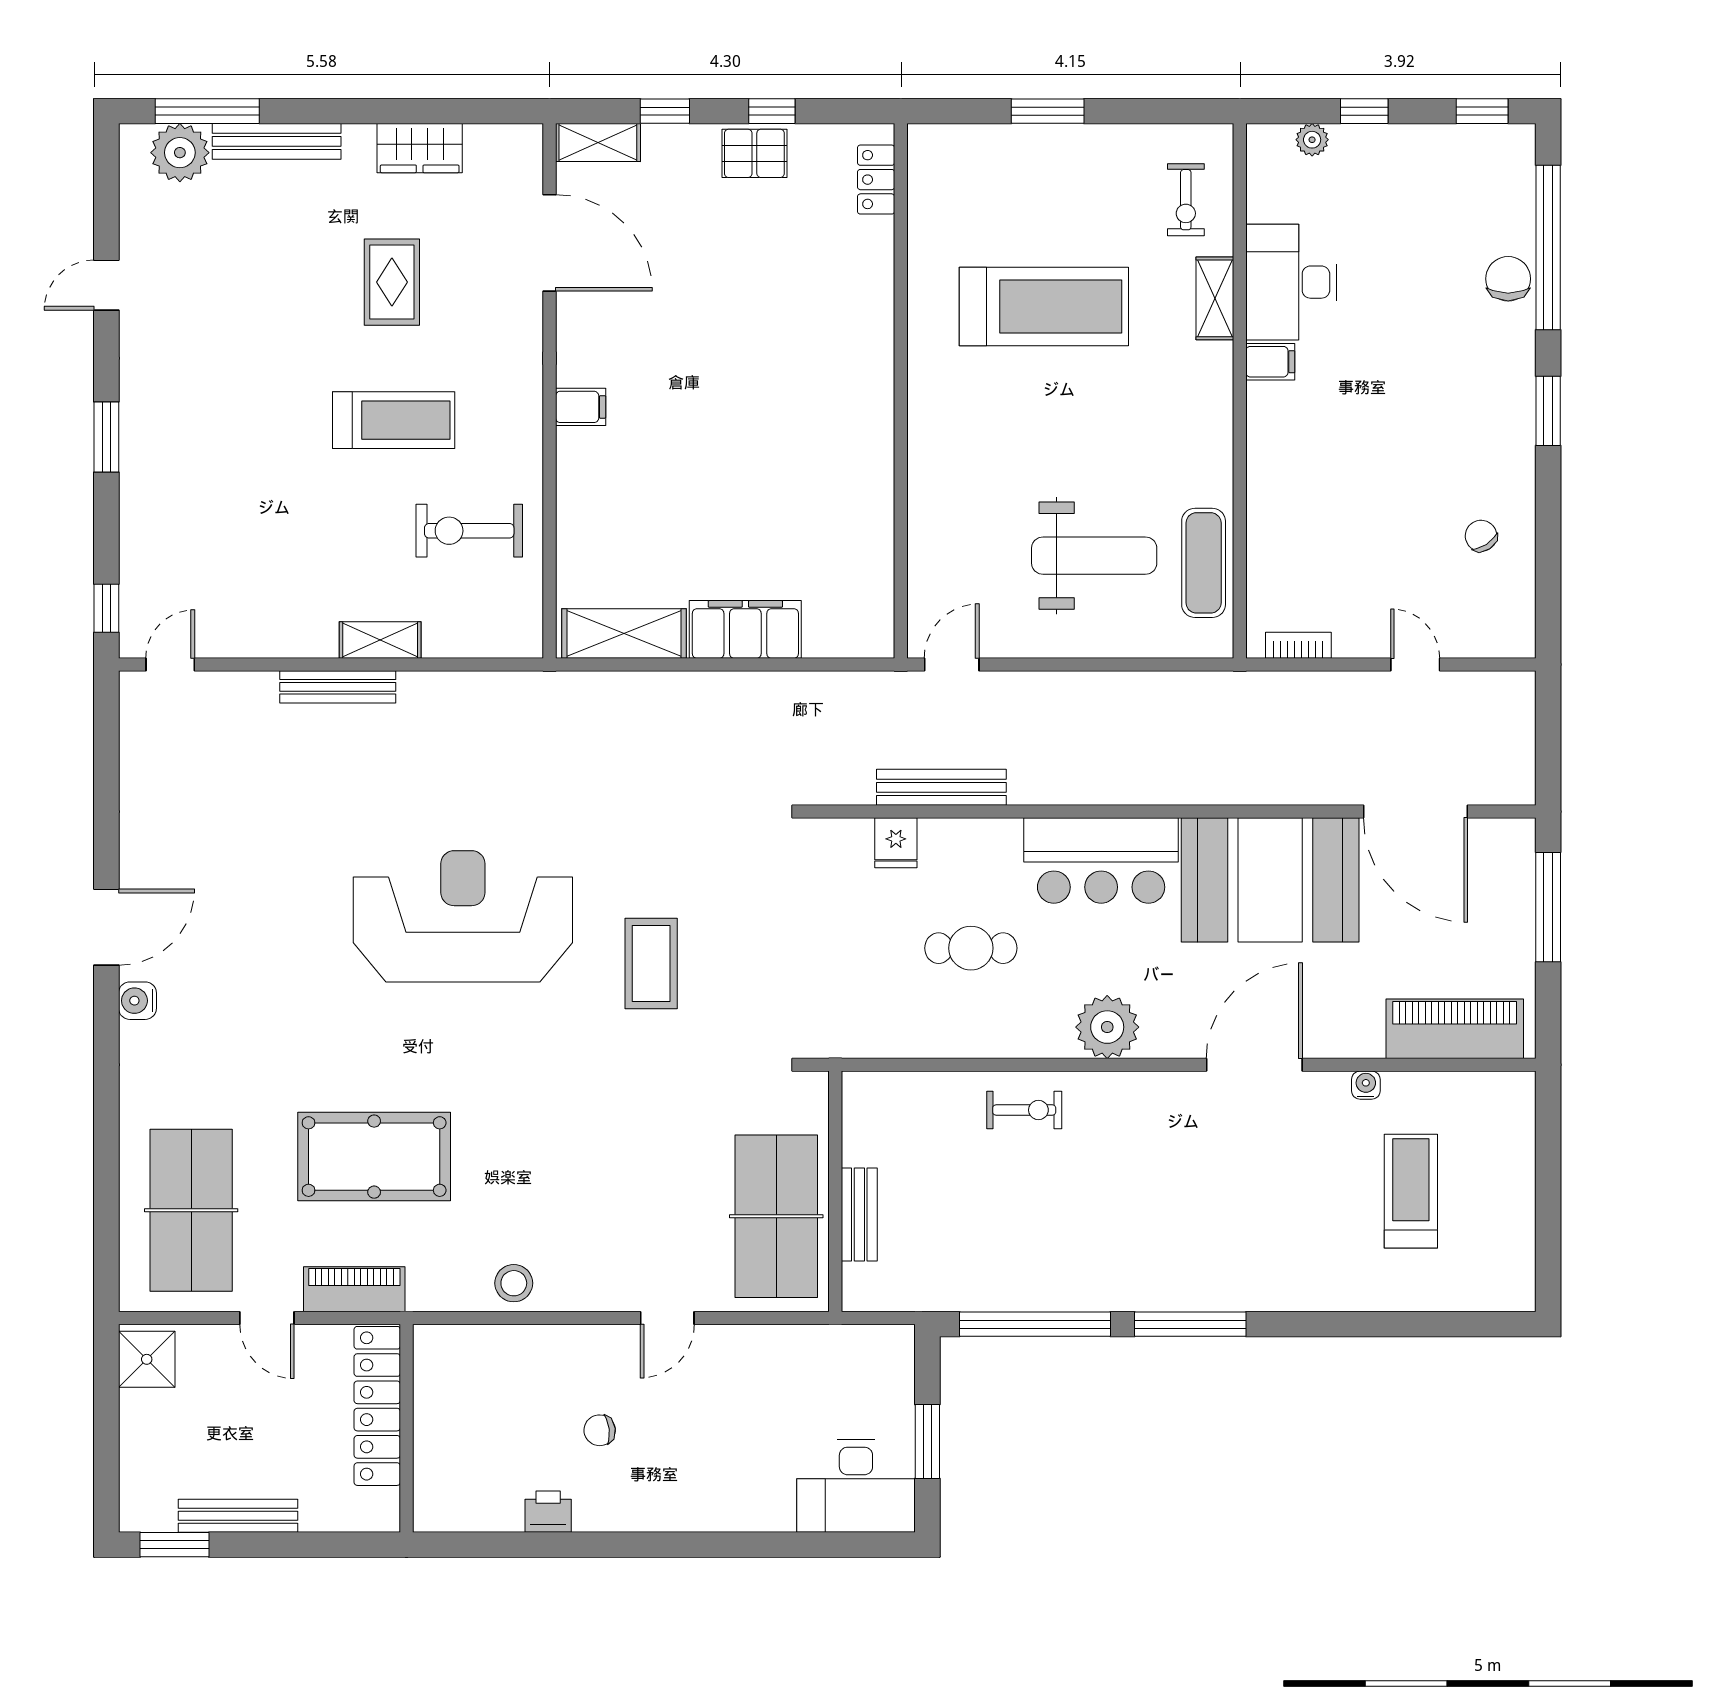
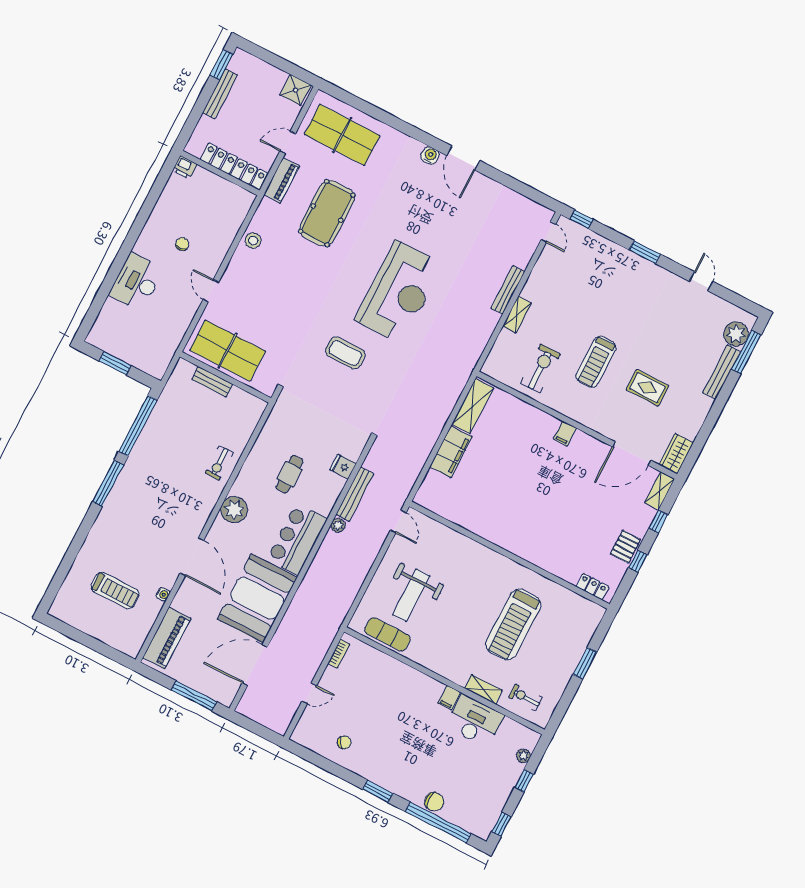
wardrobe: (420, 148) -> (676, 454), moved
plant: (1026, 789) -> (338, 525), added
desk: (856, 1486) -> (136, 282), moved
printer: (548, 1512) -> (185, 167), moved, turned 90

